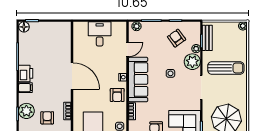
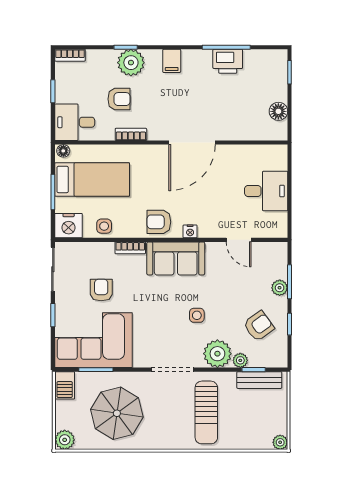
plant: (137, 26) -> (280, 288), moved
floor lamp: (24, 27) -> (278, 111), moved
printer: (26, 73) -> (228, 61), moved
sofa: (138, 79) -> (176, 258), width x0.73

